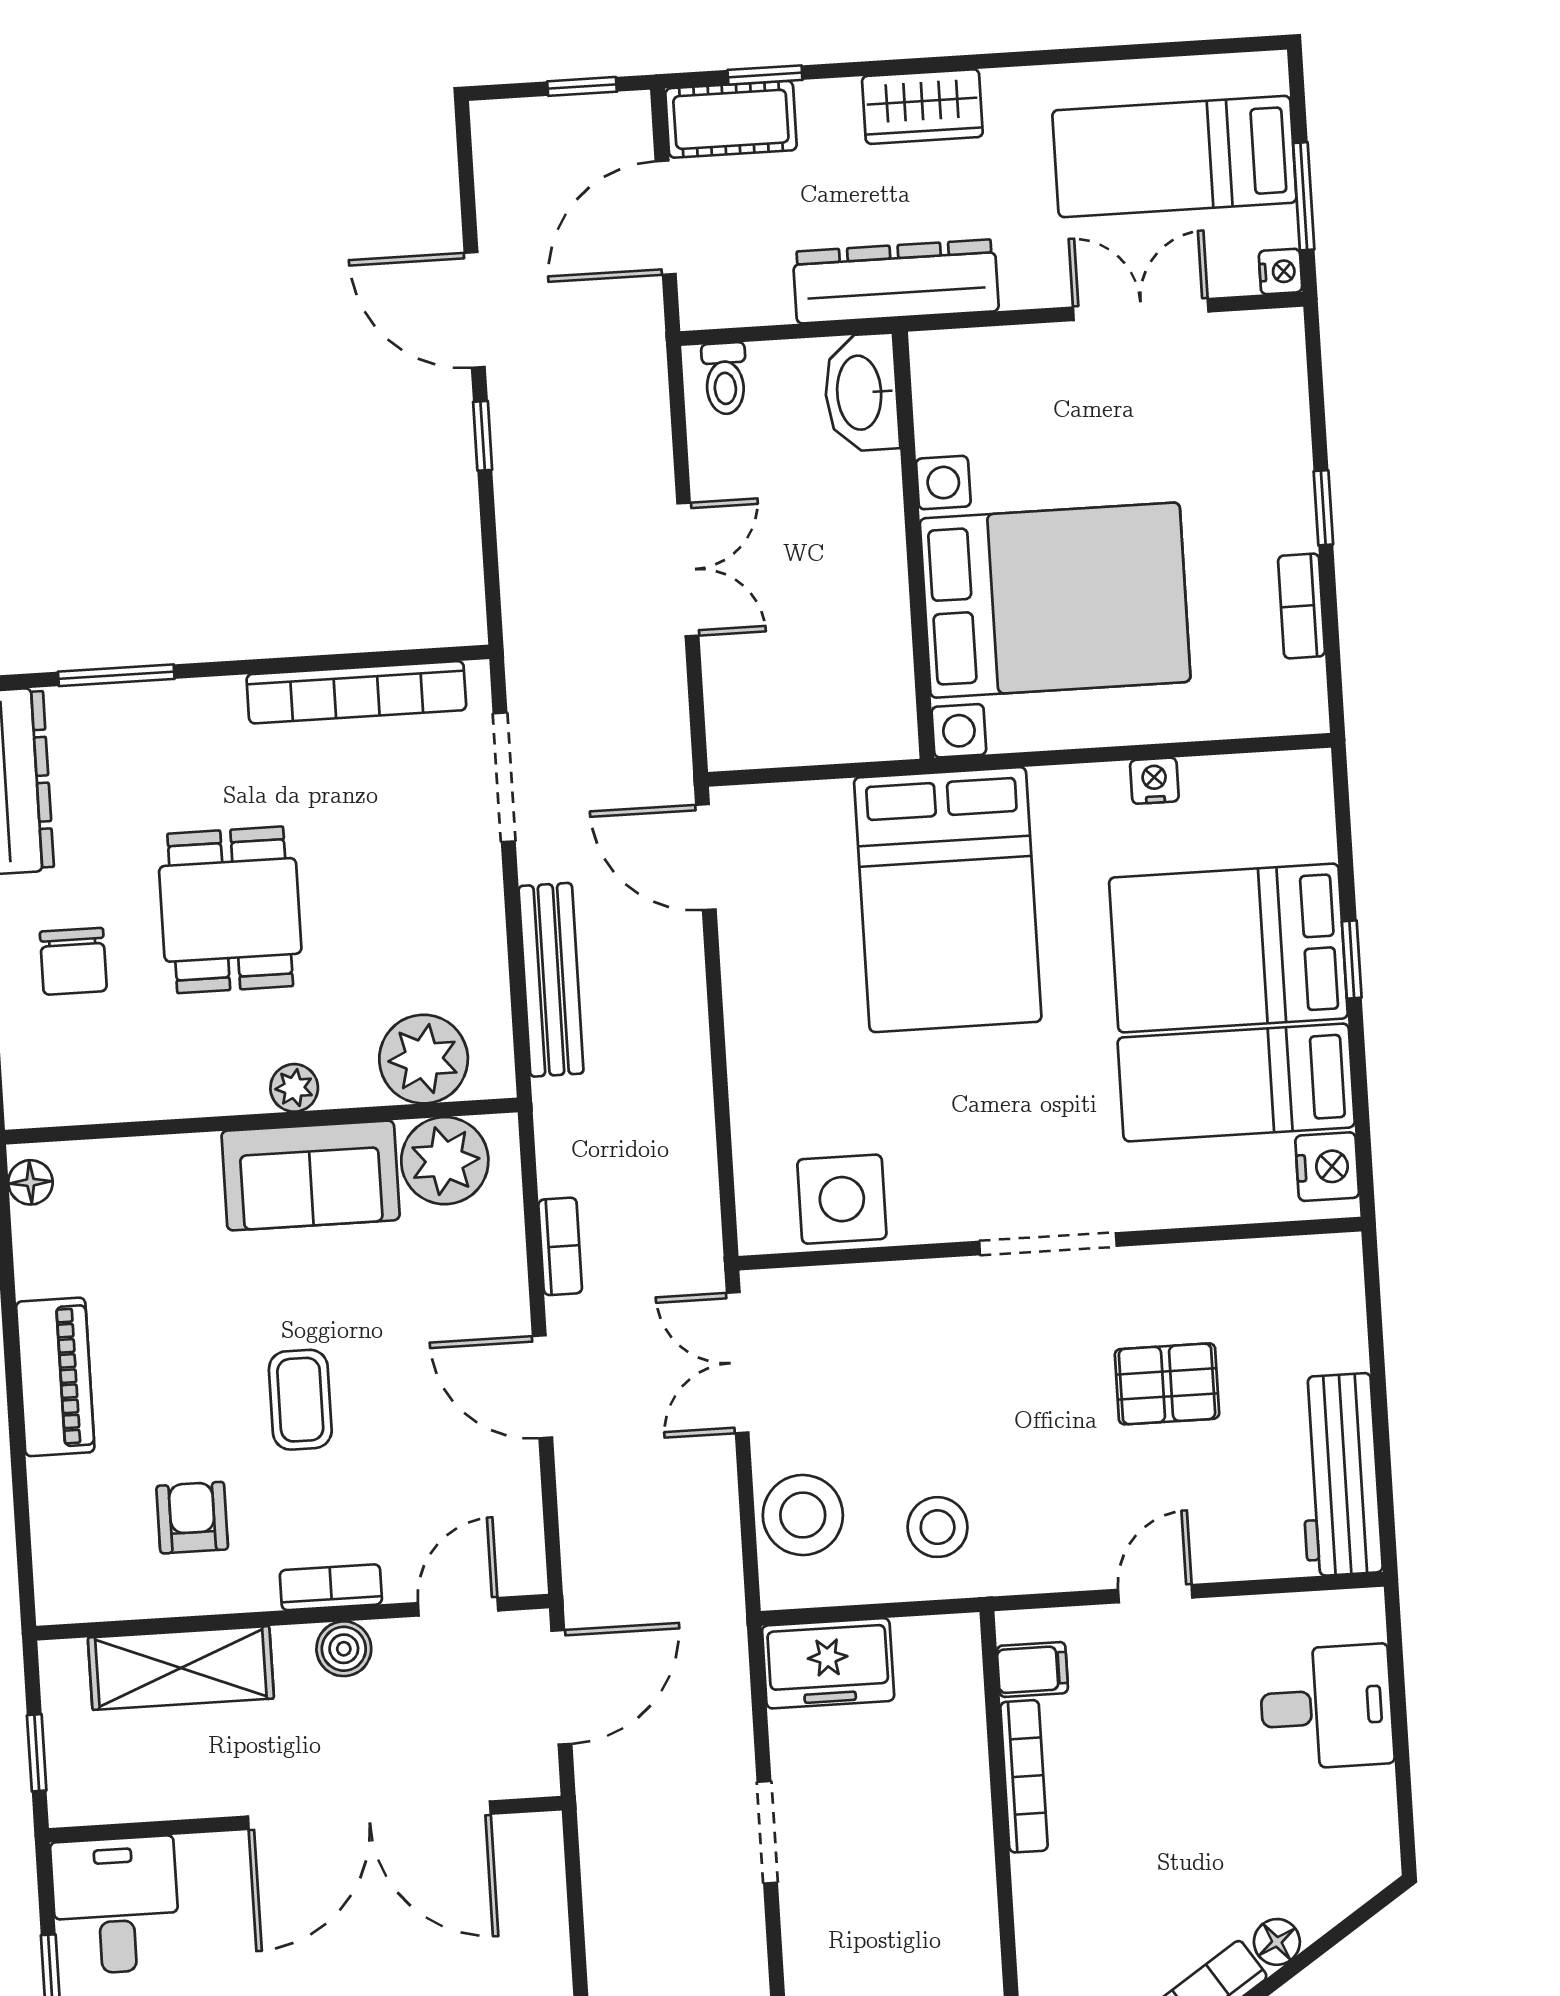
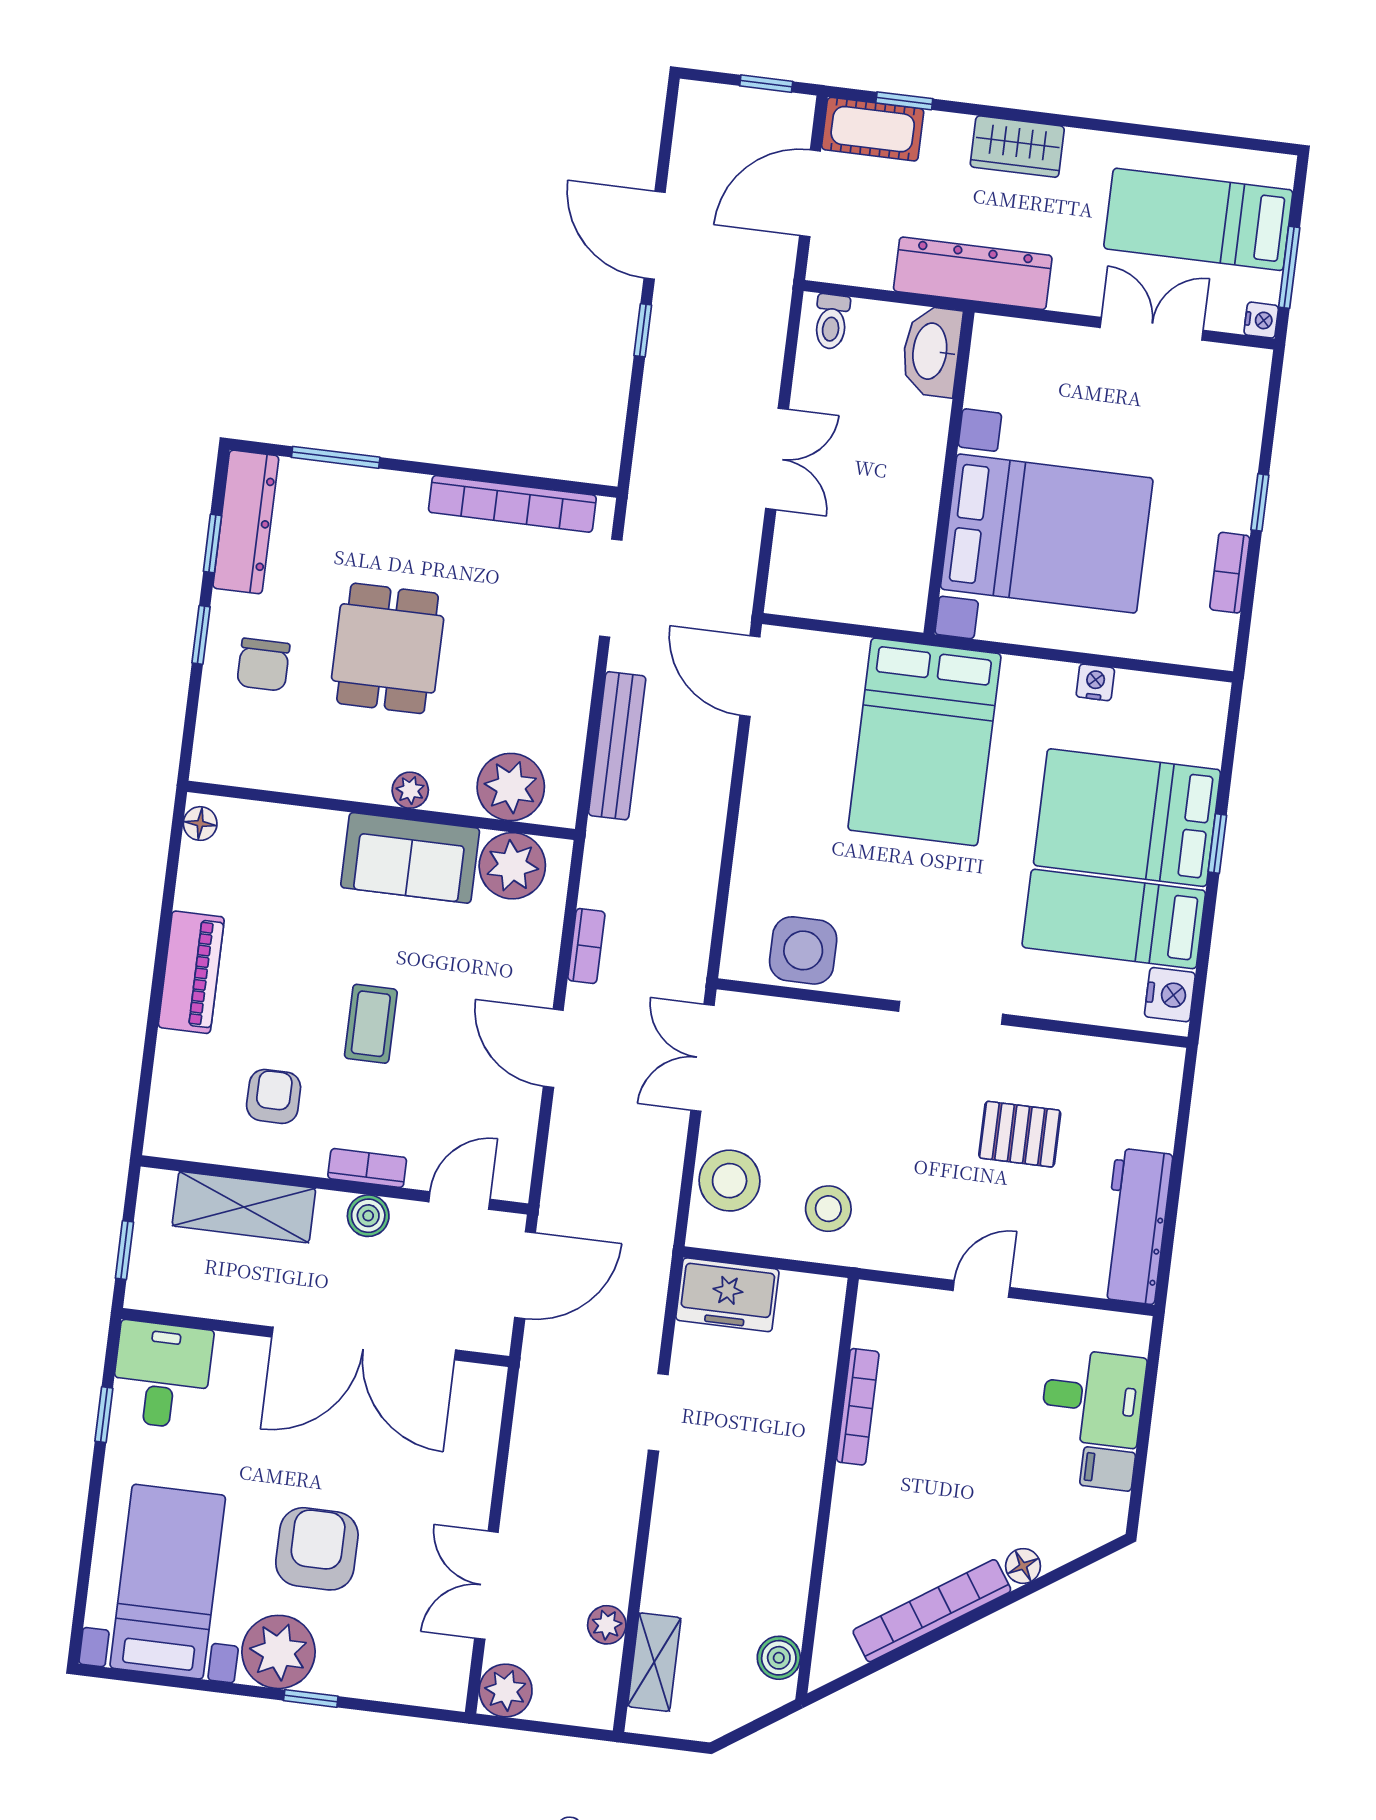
filing cabinet: (1032, 1669) -> (1108, 1469), moved, turned 180

